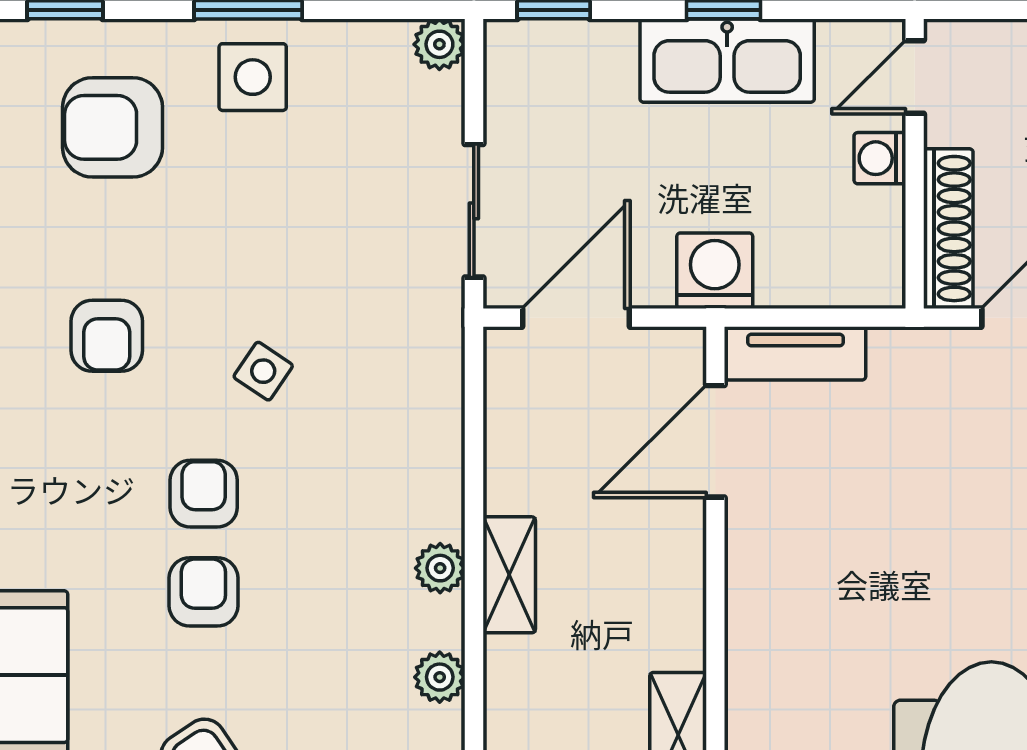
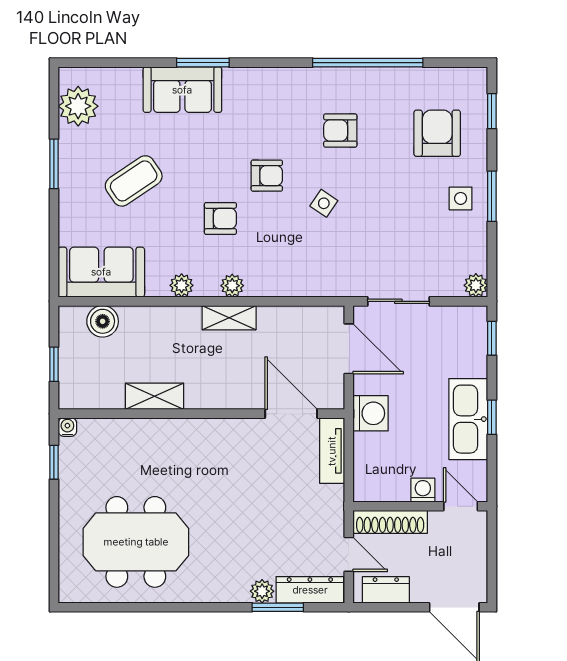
side table: (253, 77) -> (461, 198), width x0.73, depth x0.73
armchair: (203, 592) -> (220, 218), moved

